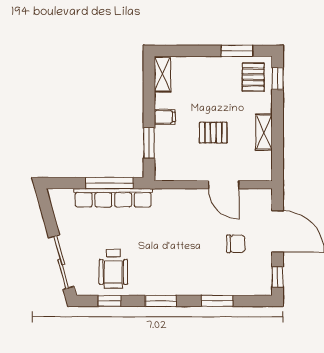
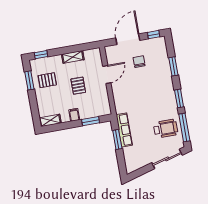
pallet: (253, 77) -> (47, 80), moved
window: (109, 183) -> (117, 140), width x0.69
row of seats: (113, 198) -> (124, 130), width x0.73
window: (110, 301) -> (184, 128), width x2.17

